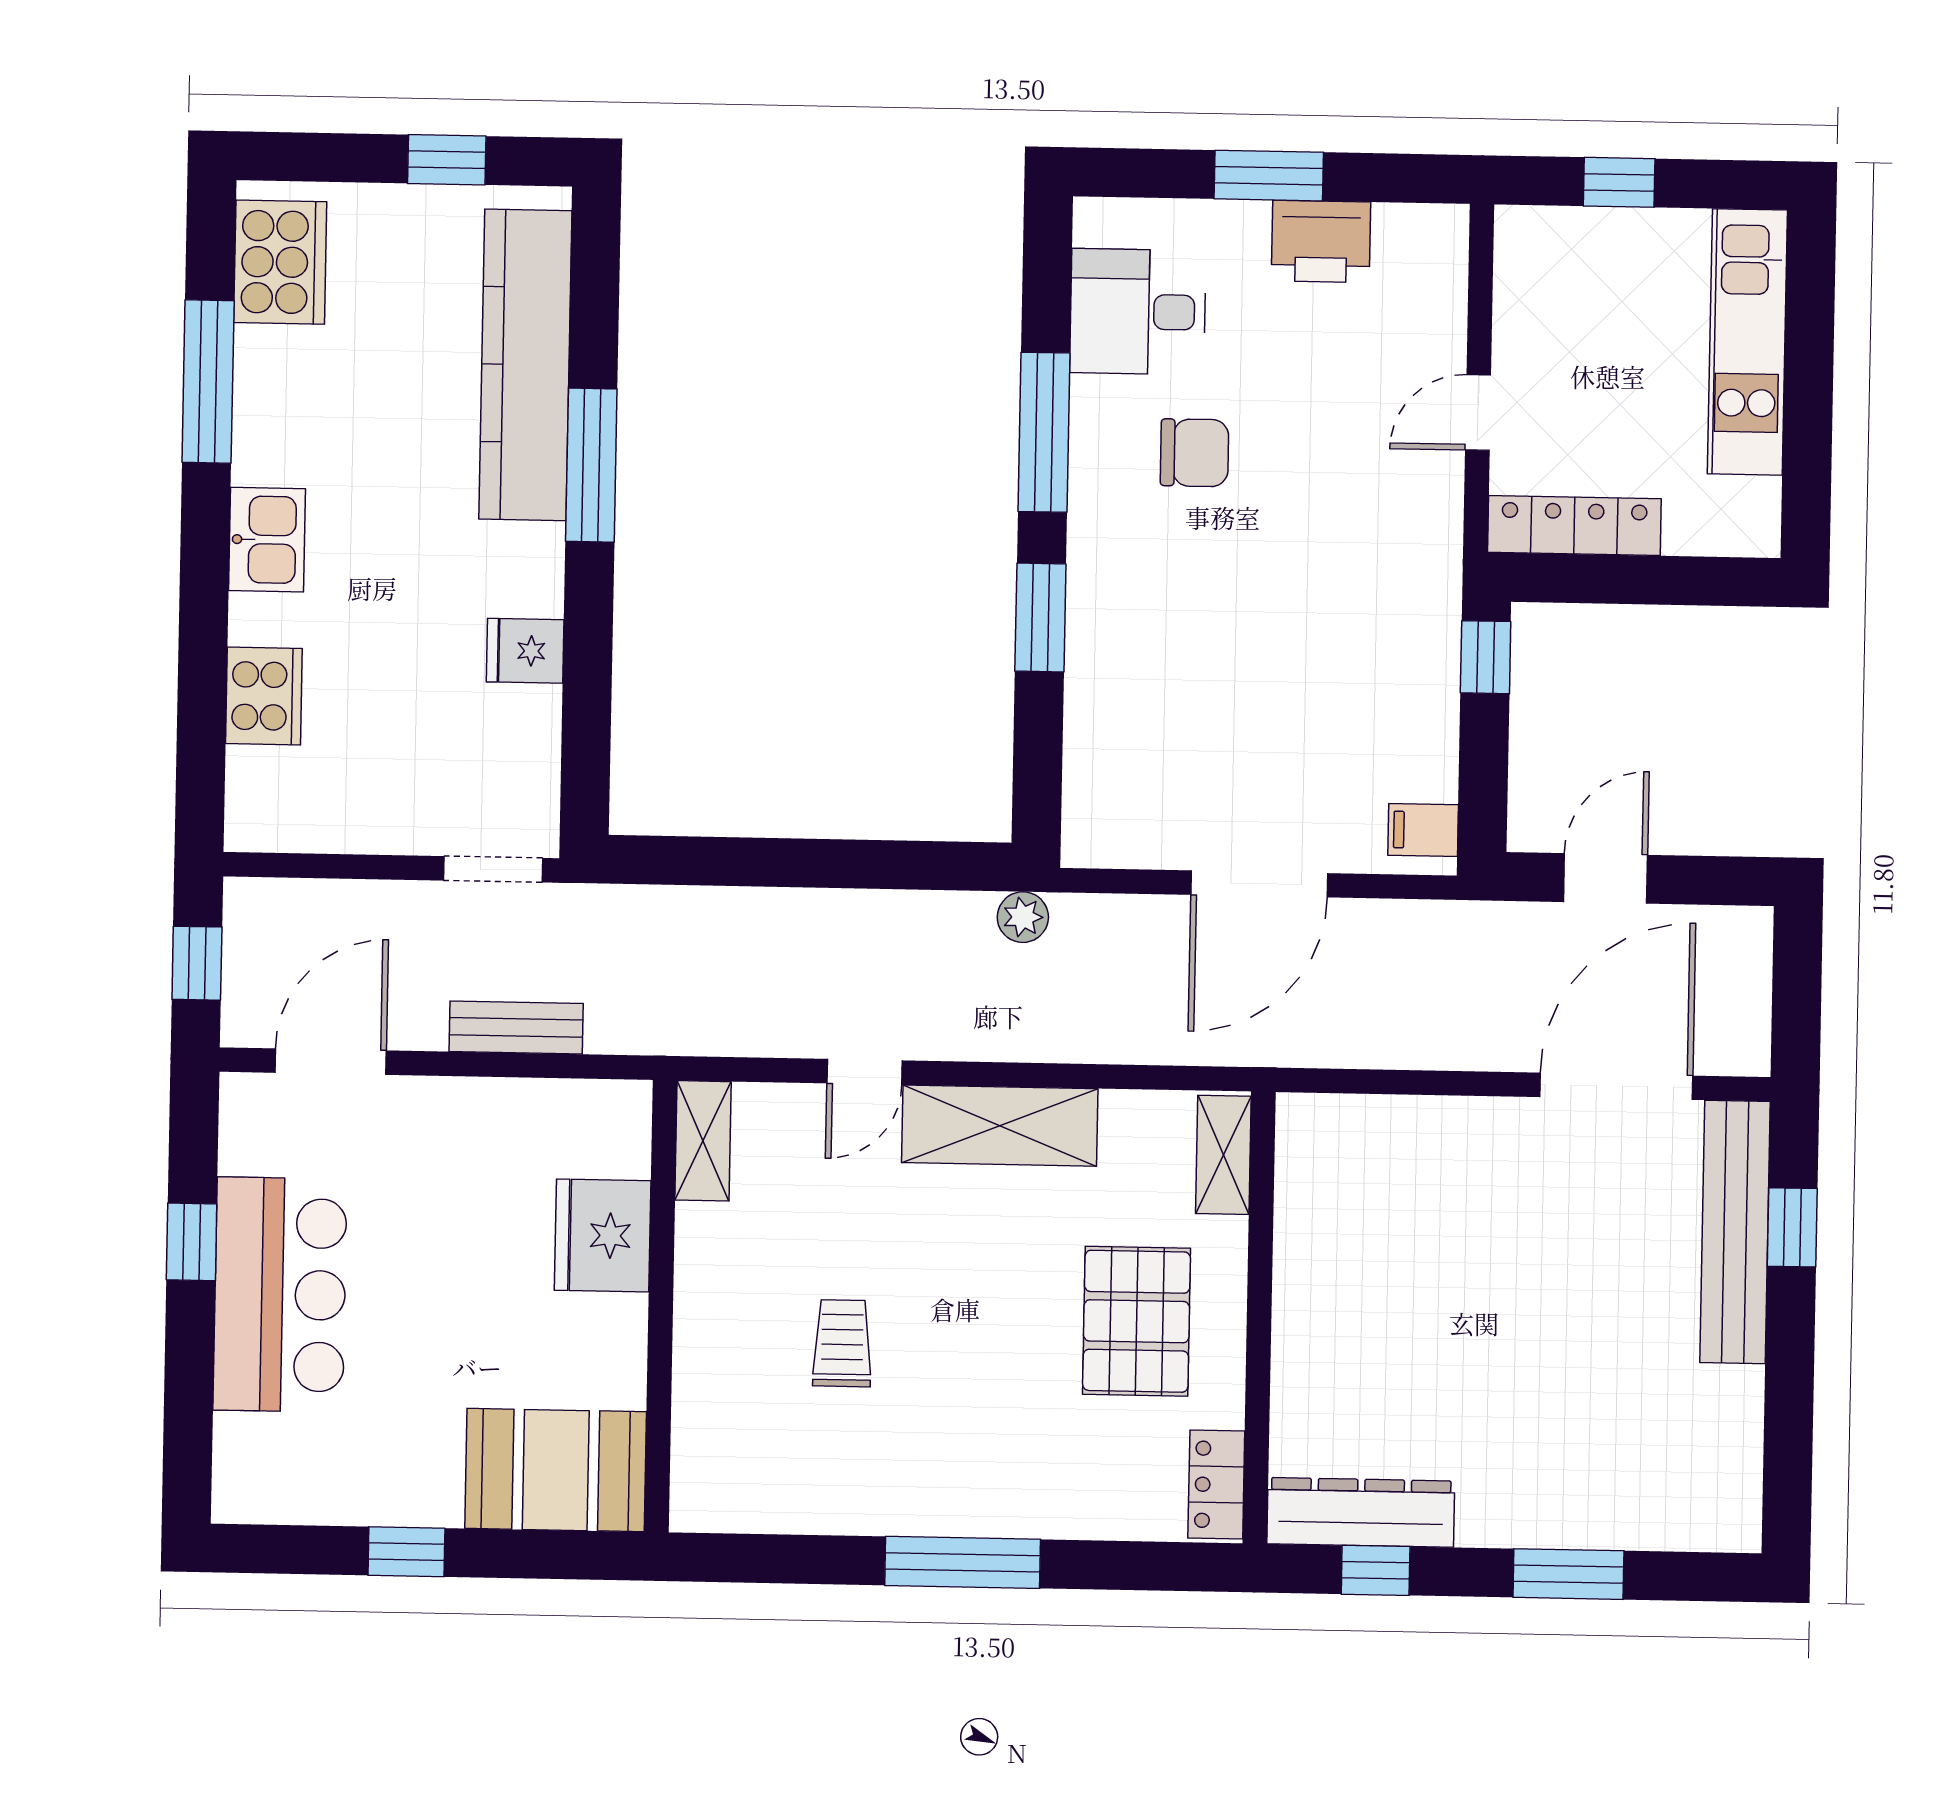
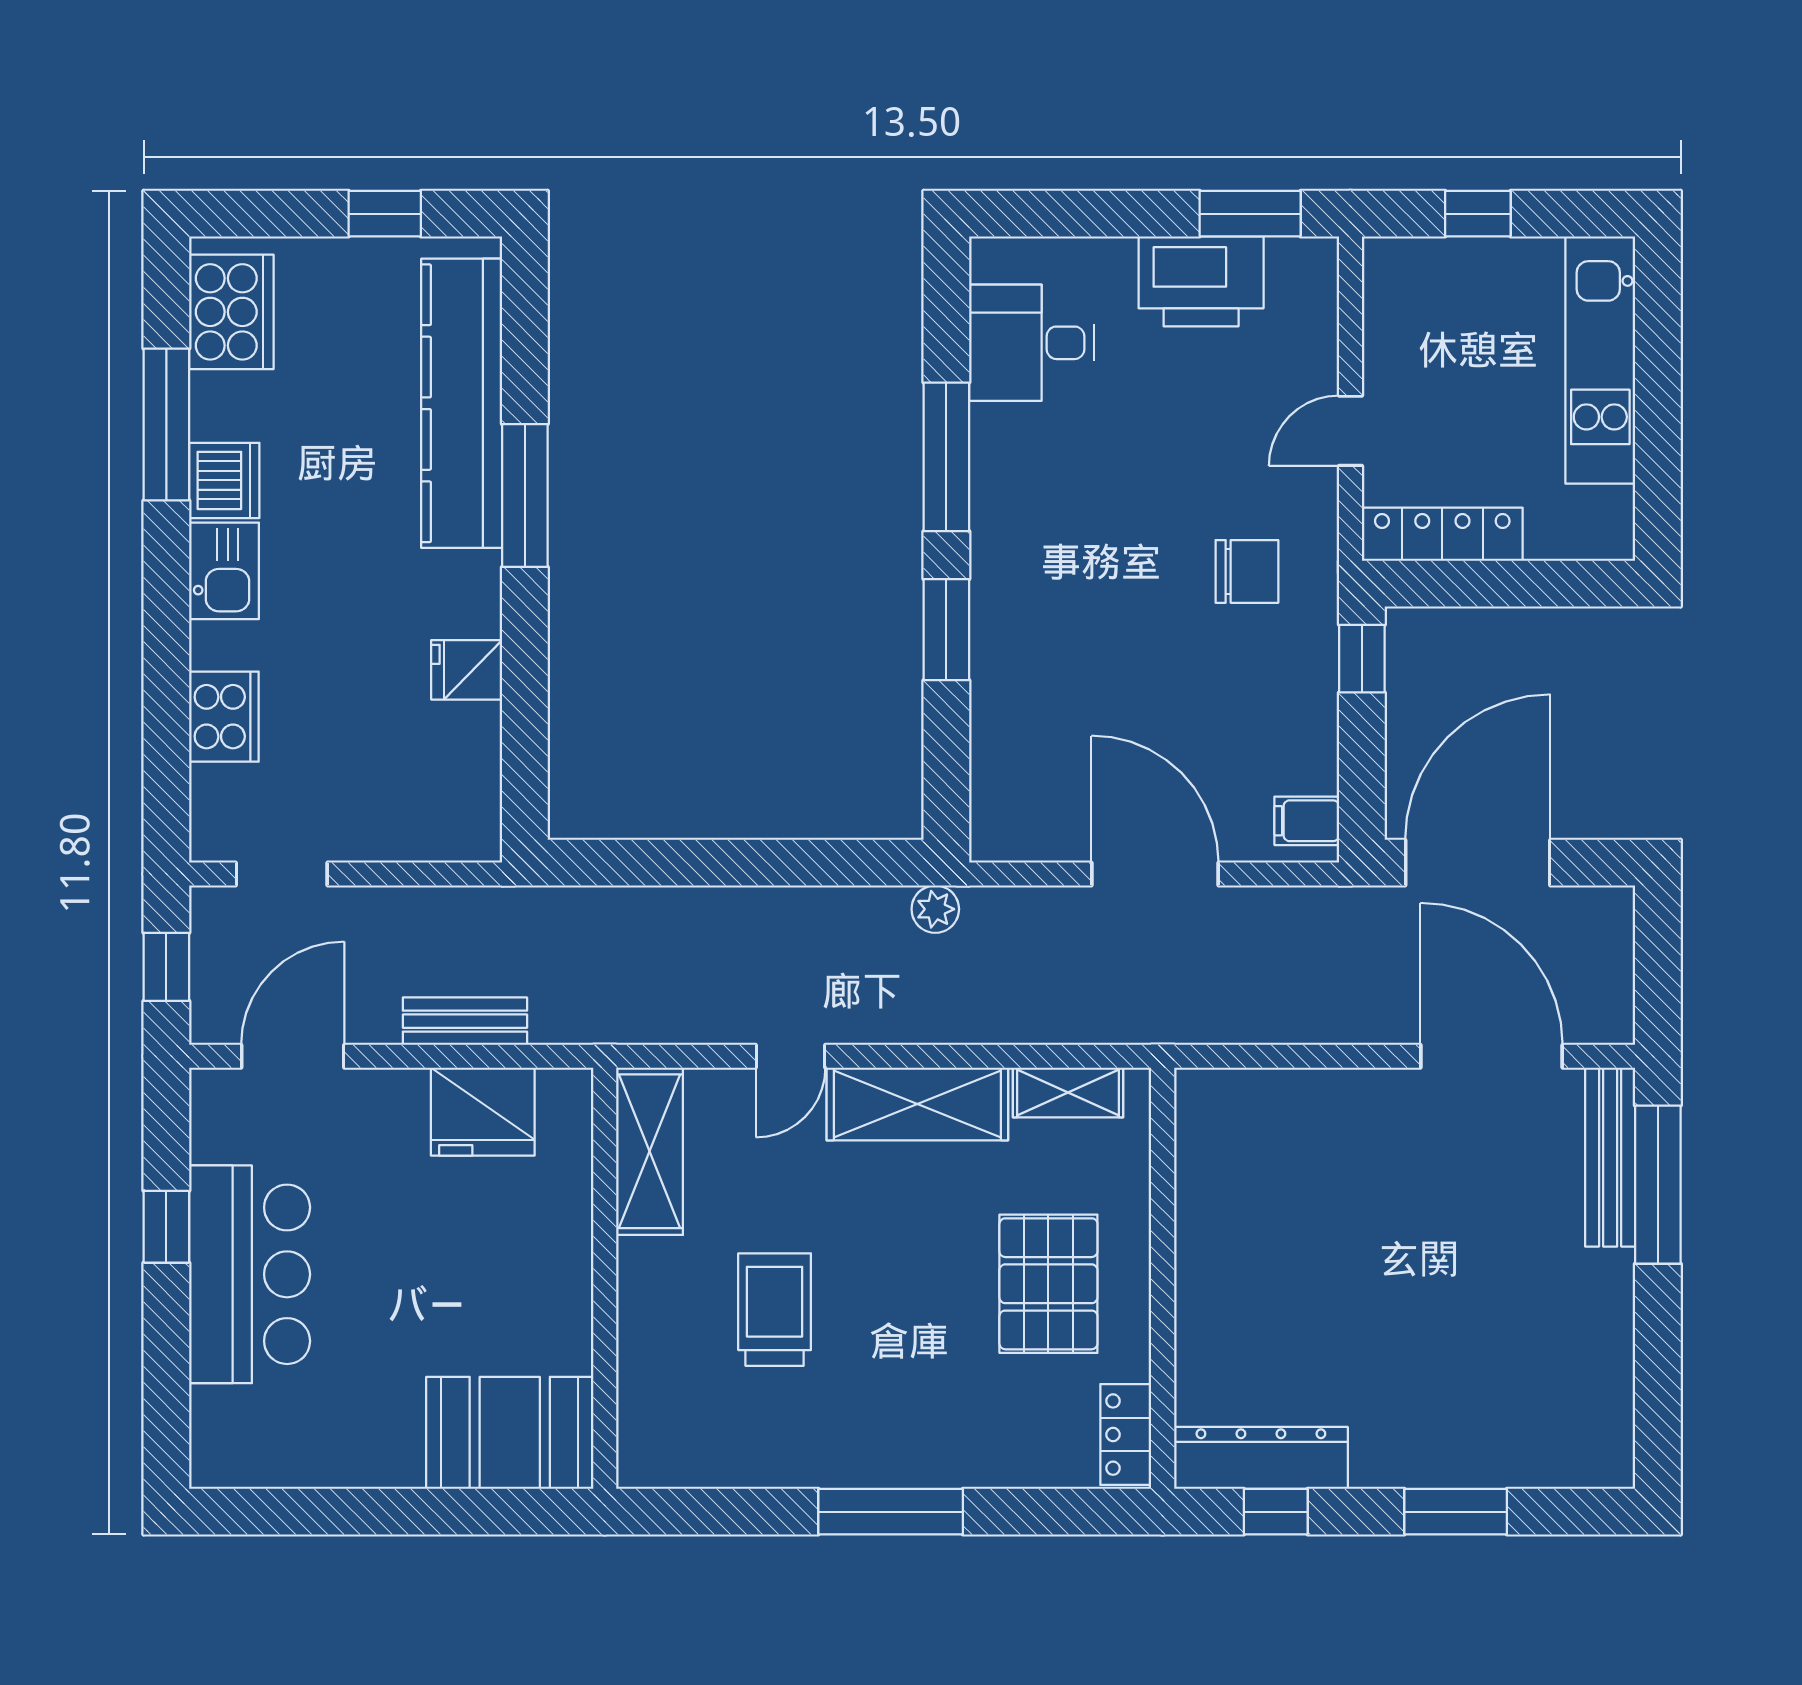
window: (1269, 176) -> (1250, 214), moved
printer: (1321, 241) -> (1201, 281), width x1.37, depth x1.19
dishwasher: (269, 443) -> (224, 480), added
chair: (1194, 453) -> (1247, 571), moved
doorway: (493, 869) -> (282, 874), moved
door: (1606, 878) -> (1478, 863), width x1.88
door: (1259, 884) -> (1155, 874), swing flipped
door: (1616, 1086) -> (1491, 1056), hinge flipped
shelving: (703, 1141) -> (650, 1151), width x1.50, depth x1.33
shelving: (1223, 1155) -> (1068, 1092), moved, turned 90
window: (1792, 1227) -> (1658, 1185), width x2.17
bench: (1735, 1232) -> (1610, 1157), width x0.73, depth x0.82
fridge: (603, 1235) -> (483, 1112), moved, turned -90
trolley: (842, 1343) -> (775, 1310), width x1.36, depth x1.39
window: (406, 1552) -> (372, 1512), removed

